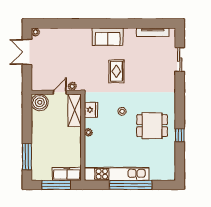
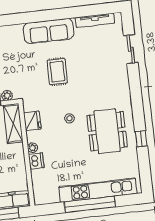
sofa: (108, 37) -> (49, 31), width x1.36
dining table: (152, 126) -> (107, 131), width x1.38
dishwasher: (90, 144) -> (36, 161), added
kitchen unit: (117, 174) -> (98, 190), moved

